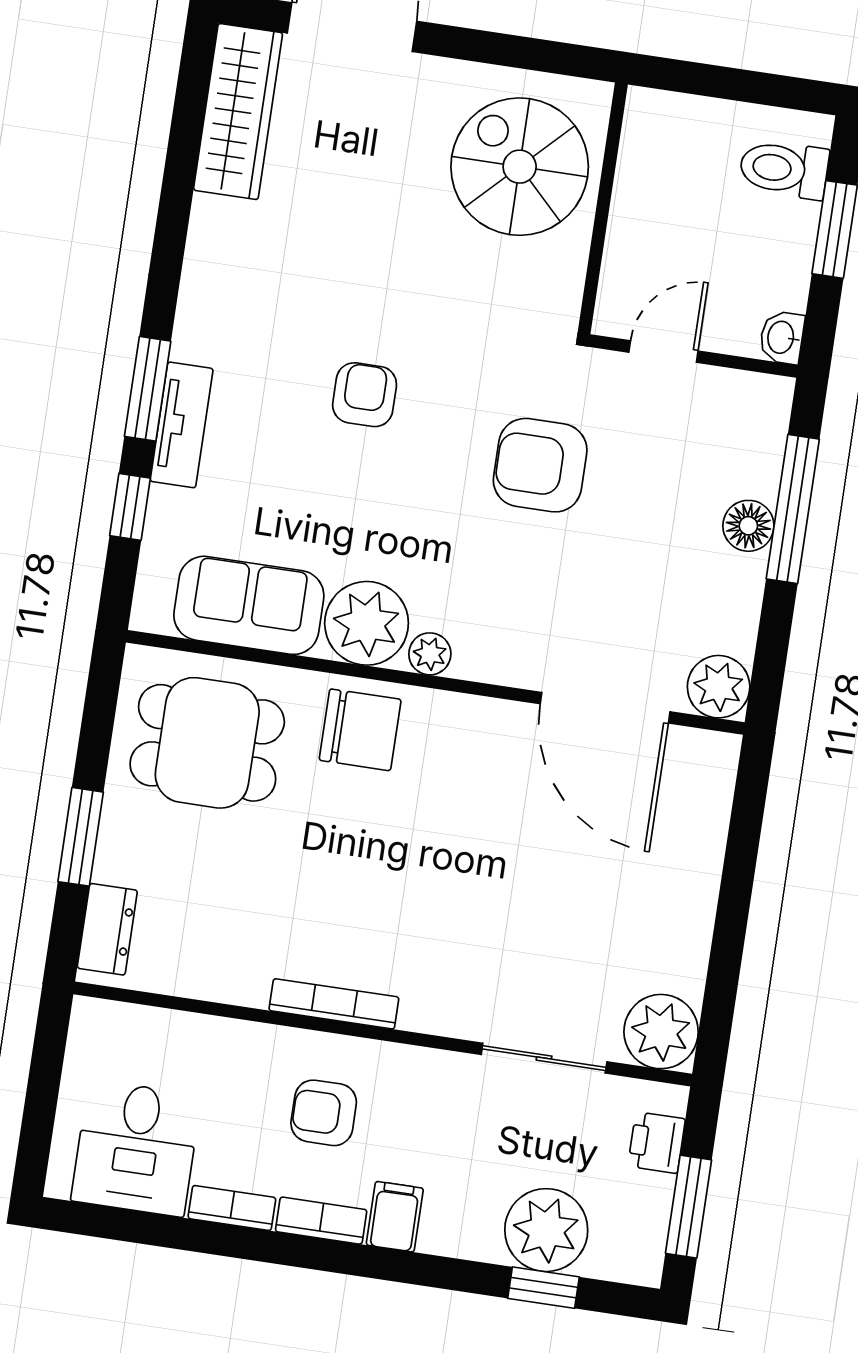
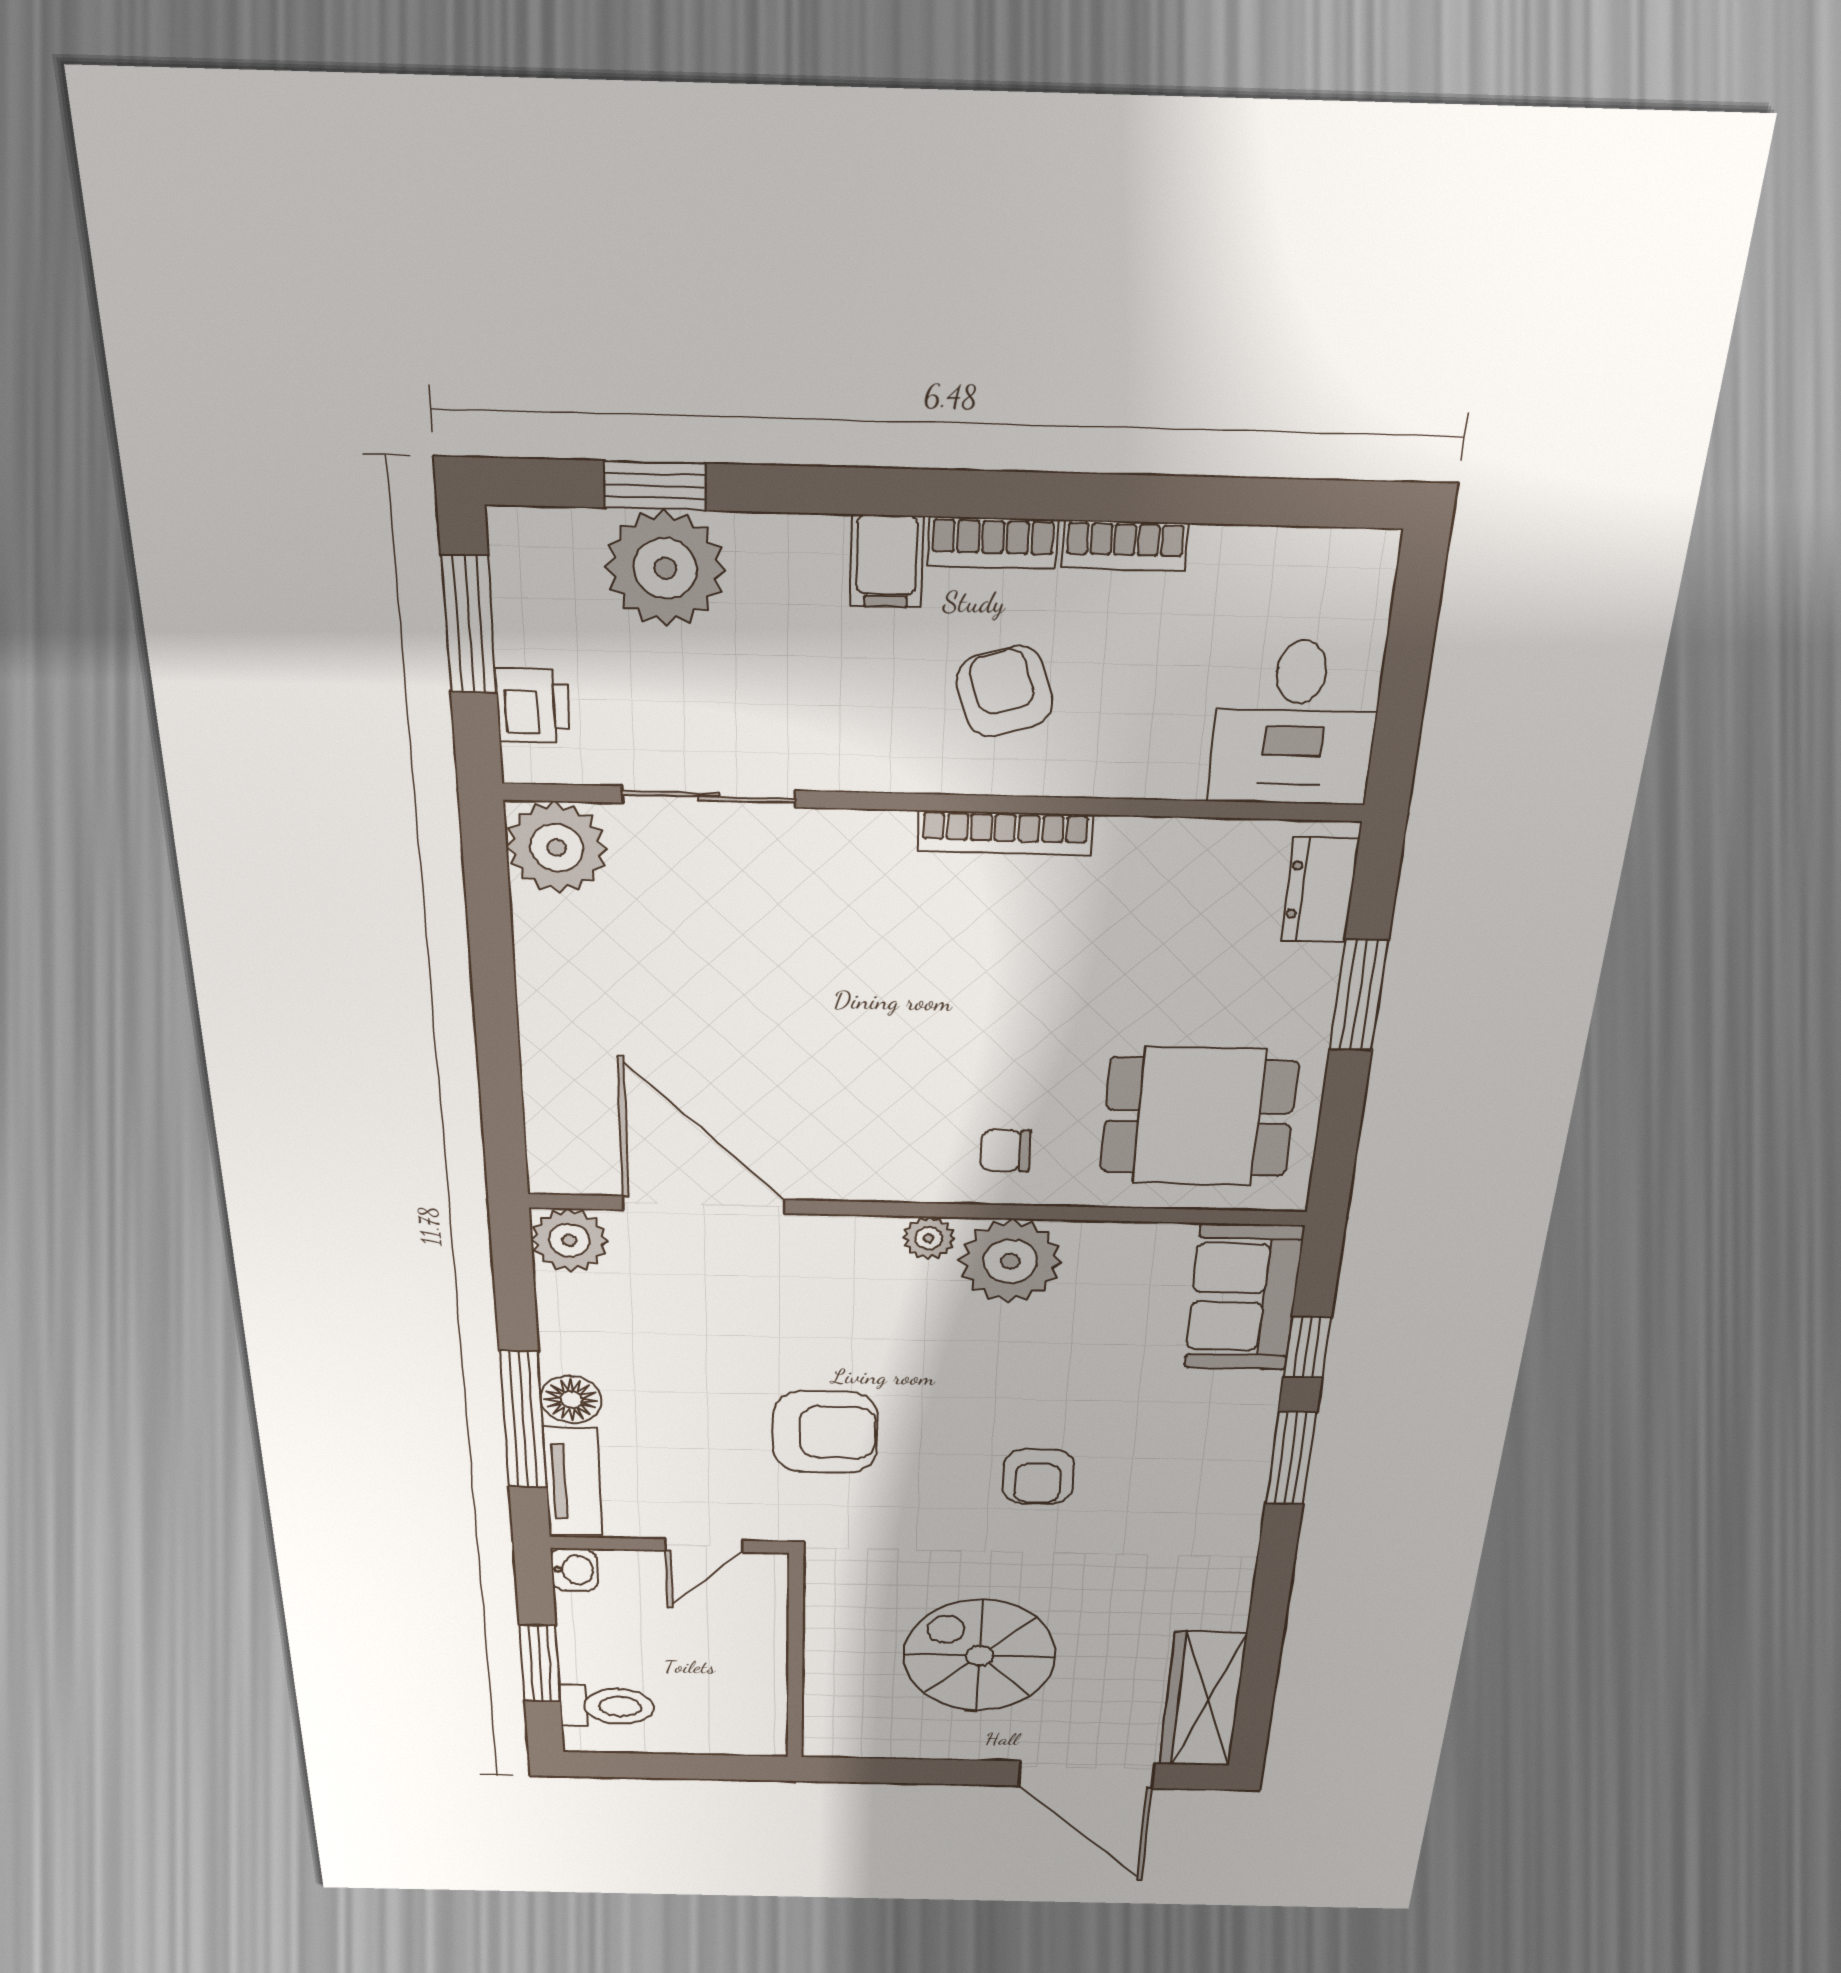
spiral stairs: (520, 167) -> (980, 1656), moved, turned 180
tv unit: (182, 425) -> (573, 1482), moved, turned 180
sofa: (249, 605) -> (1243, 1298), moved, turned 90
chair: (360, 730) -> (1006, 1151), width x0.54, depth x0.54
armchair: (324, 1113) -> (1004, 691), turned -107
desk: (136, 1148) -> (1295, 723), moved, turned 180

